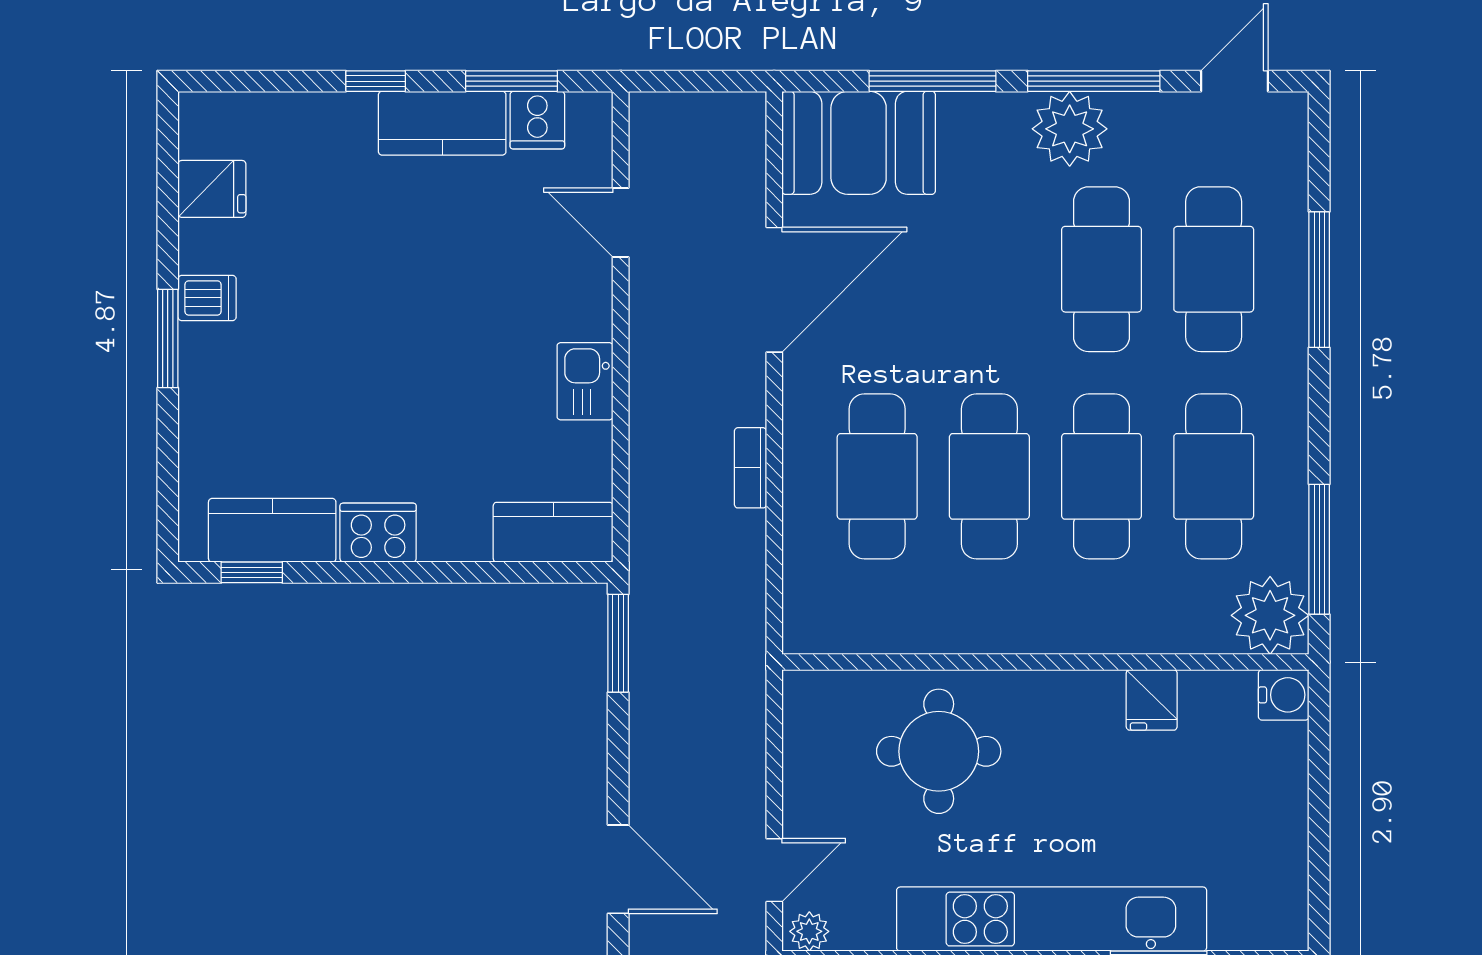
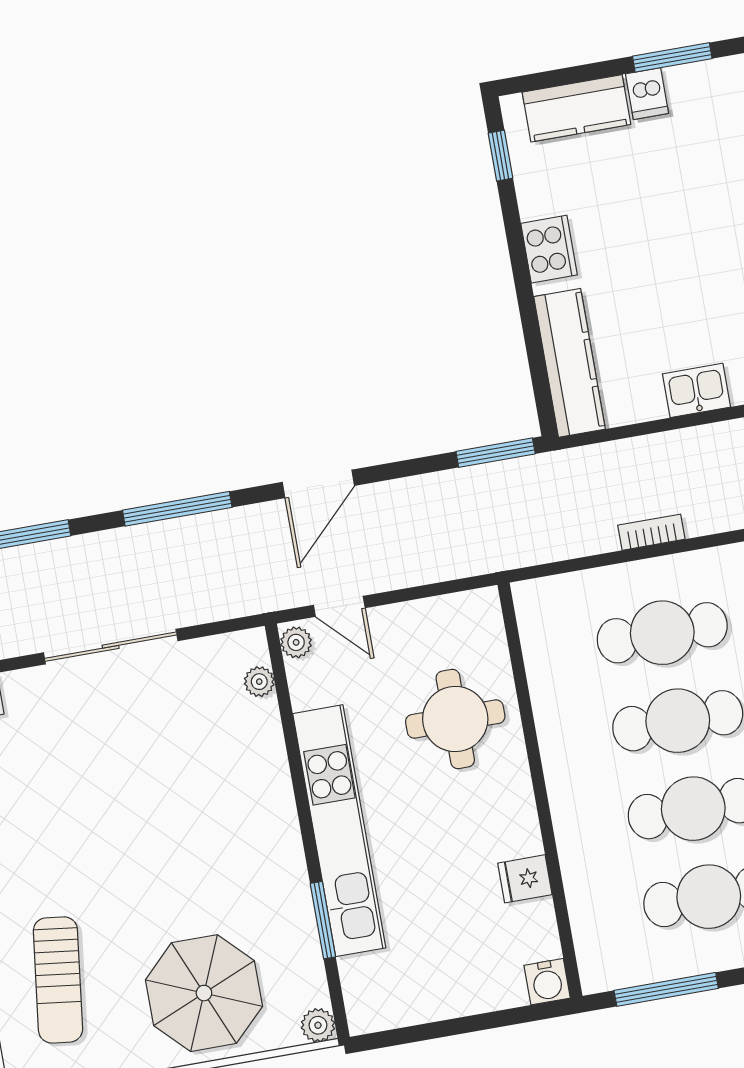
dishwasher: (207, 298) -> (647, 94), moved
kitchen counter: (272, 530) -> (576, 108), moved, turned 90
kitchen counter: (553, 532) -> (570, 363), width x1.50
plant: (1270, 615) -> (608, 960), removed

